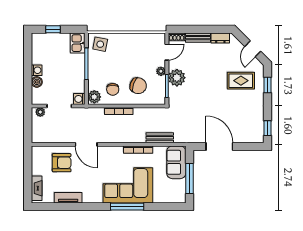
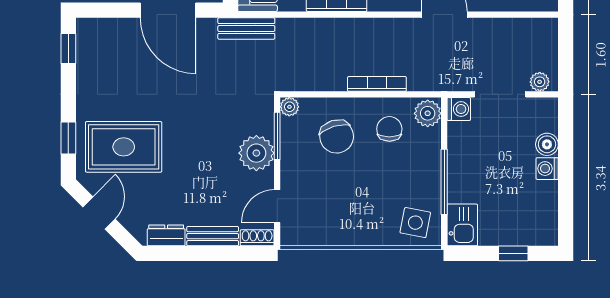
plant: (161, 71) -> (289, 107), moved
rug: (241, 81) -> (124, 147), width x1.36, depth x1.43
chair: (138, 86) -> (337, 137), turned -126
bench: (160, 138) -> (246, 28), moved

